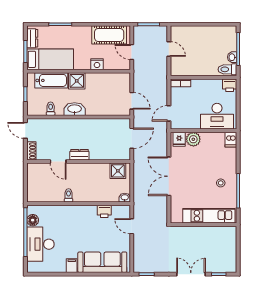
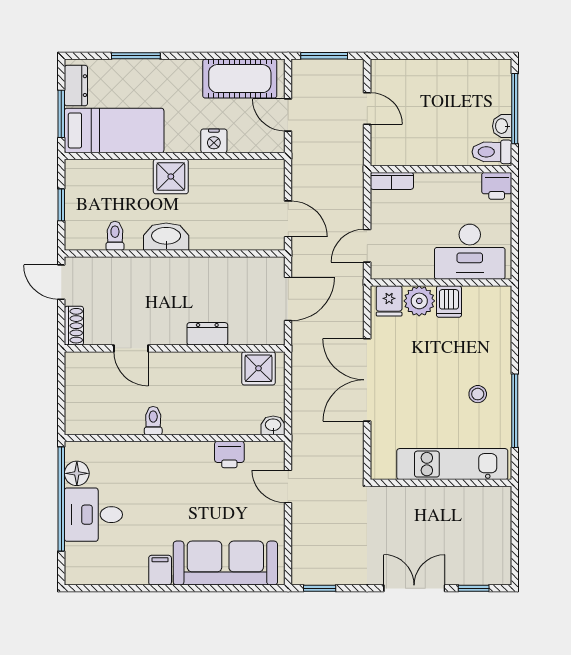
bathtub: (51, 80) -> (117, 176), removed
dishwasher: (231, 140) -> (449, 302), moved
dresser: (79, 155) -> (207, 334), moved
desk: (40, 244) -> (93, 515), width x0.73

